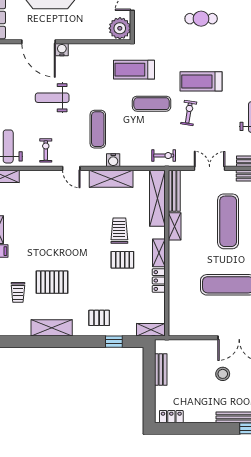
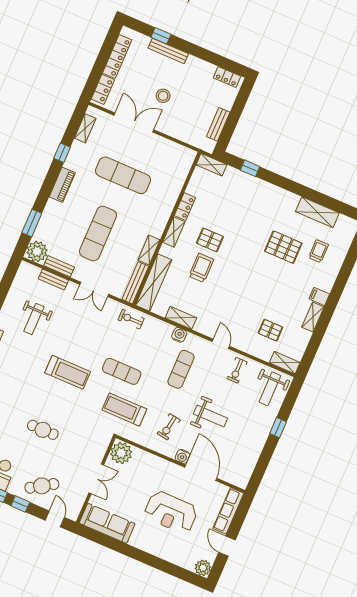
treadmill: (134, 70) -> (124, 410), turned 180
exercise bike: (189, 113) -> (169, 427), moved
shelving: (111, 179) -> (181, 318), width x0.67, depth x0.75
trolley: (119, 231) -> (201, 268), turned 180
pallet: (99, 318) -> (270, 330), moved
shelving: (52, 328) -> (317, 212), moved

